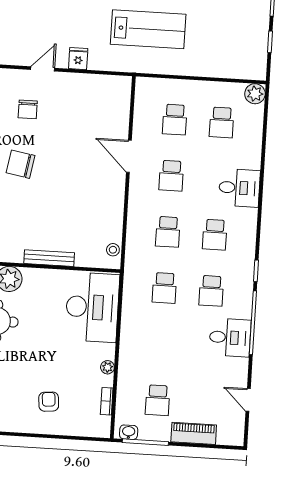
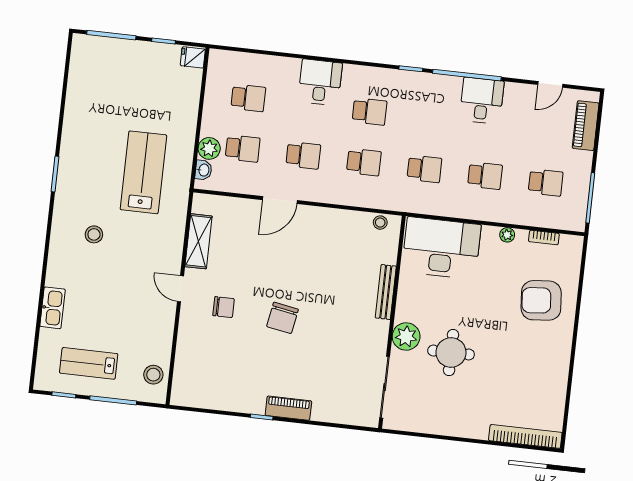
fridge: (78, 59) -> (193, 57), moved
shelving: (87, 83) -> (198, 241), added
plant: (255, 94) -> (209, 148), moved
school desk: (211, 291) -> (485, 176), moved
armchair: (49, 402) -> (541, 300), width x1.88, depth x1.88
washbasin: (129, 432) -> (203, 170), moved, turned 180
piano: (194, 433) -> (586, 126), moved

